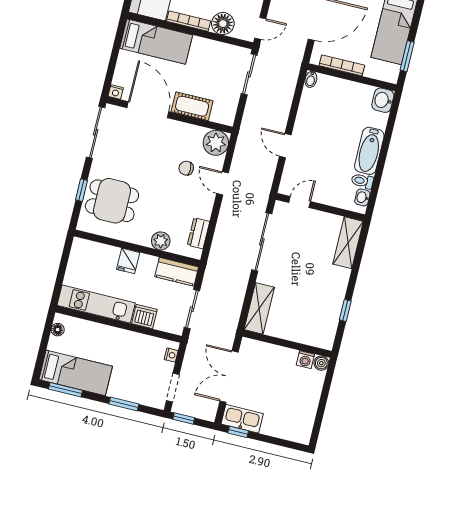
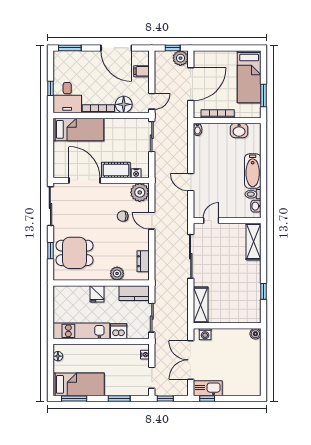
nightstand: (116, 92) -> (136, 173), moved
washbasin: (383, 100) -> (239, 131), moved, turned -90
washing machine: (305, 360) -> (205, 334), moved

